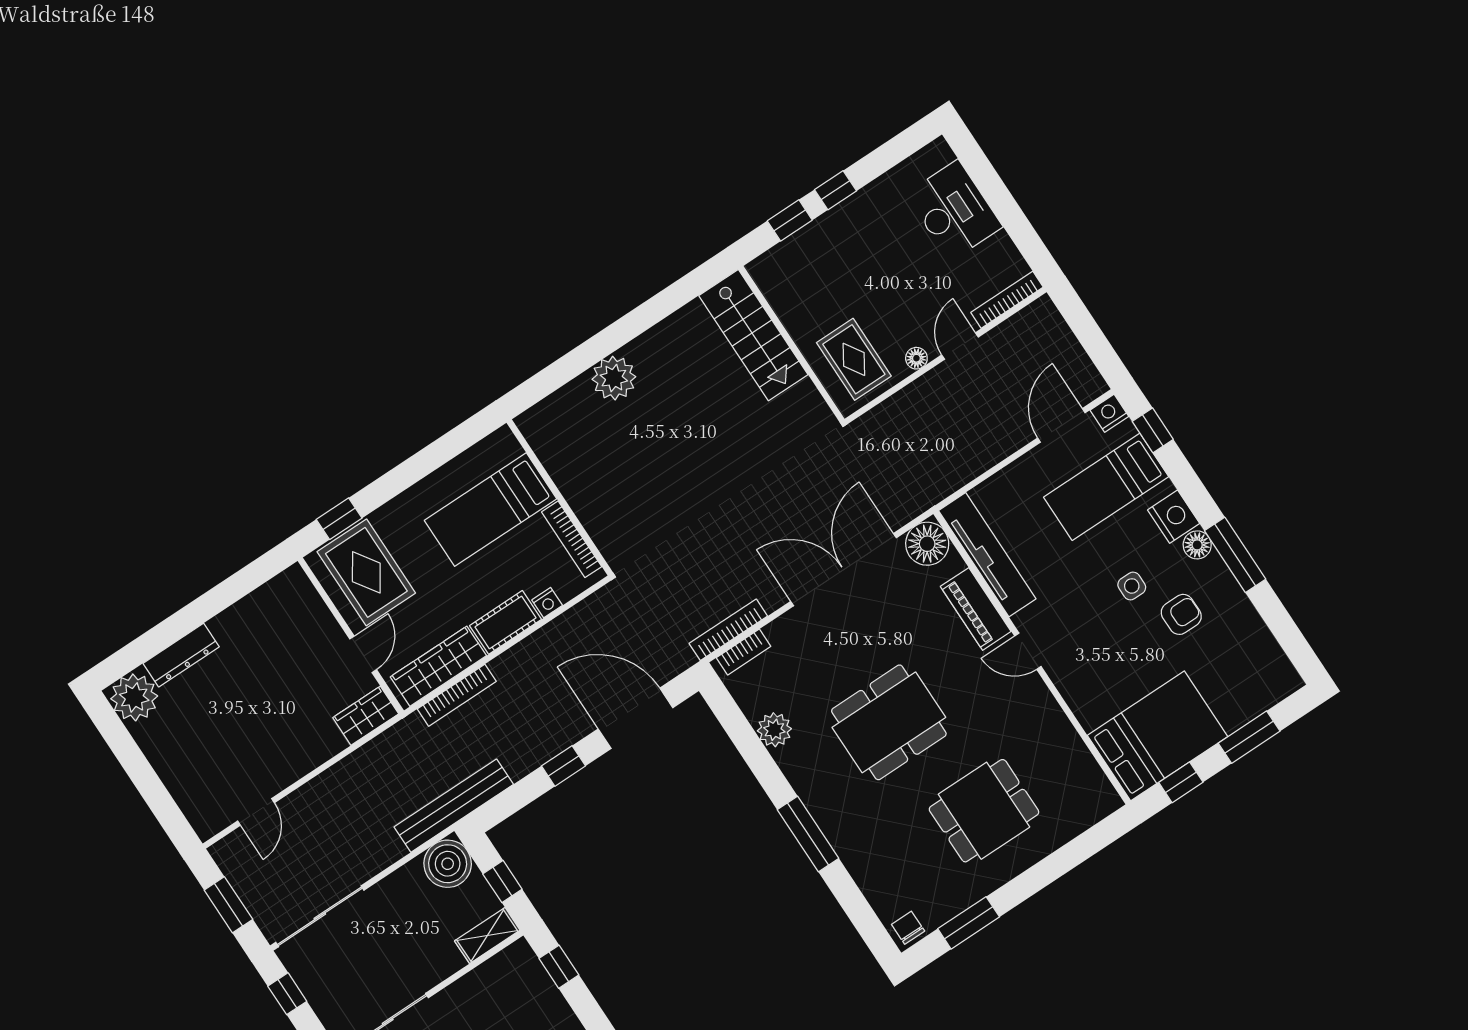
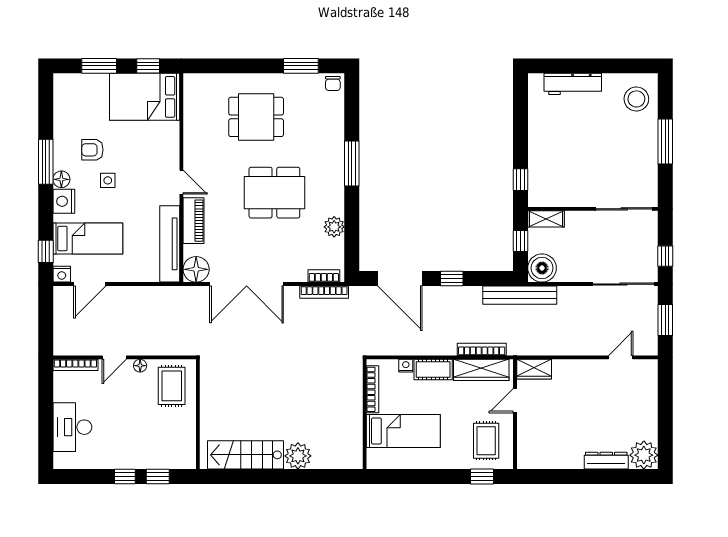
stairs: (753, 335) -> (245, 455), moved, turned -90
rug: (366, 572) -> (486, 441), width x0.73, depth x0.70

